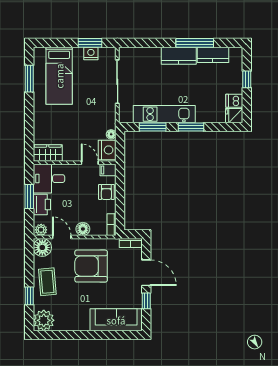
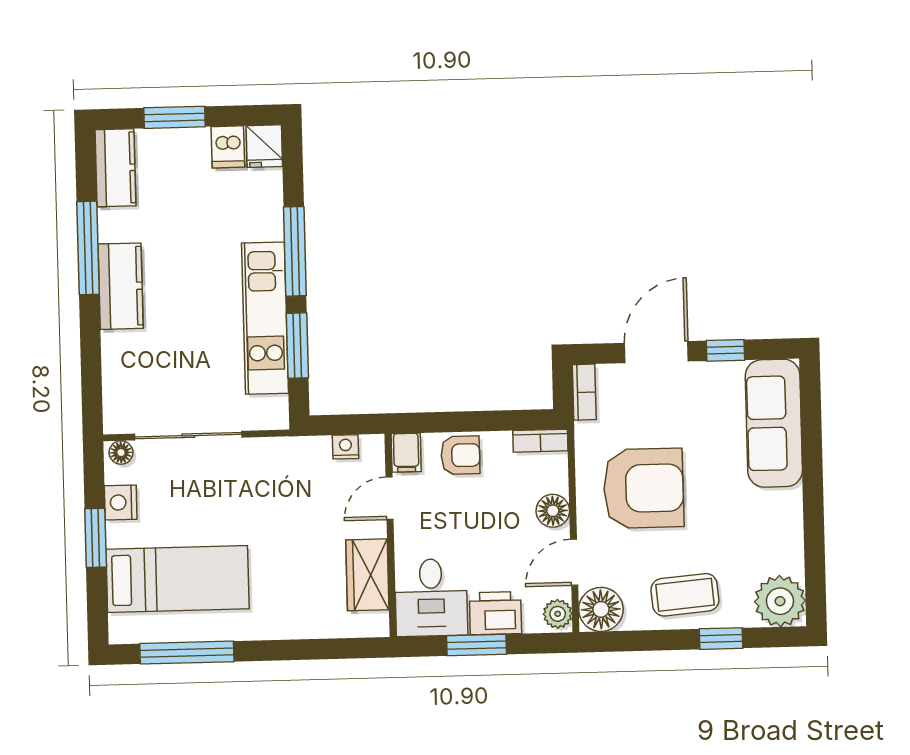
window: (90, 43) -> (96, 538), moved
kitchen counter: (213, 55) -> (115, 168), moved
window: (29, 79) -> (187, 653), width x1.44
window: (247, 79) -> (175, 117), width x1.50
window: (191, 127) -> (295, 251), width x1.44
floor lamp: (111, 134) -> (121, 453), moved
nightstand: (107, 150) -> (346, 447), width x0.53, depth x0.56
wardrobe: (48, 153) -> (367, 575), moved
armchair: (91, 266) -> (643, 488), turned -90

